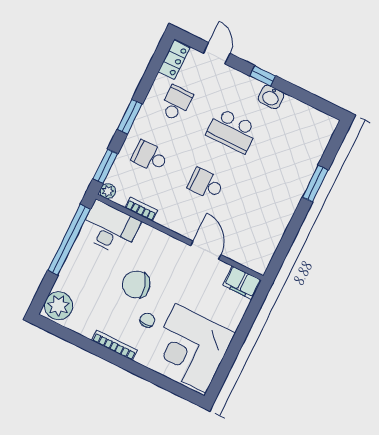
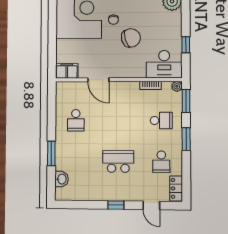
washbasin: (271, 97) -> (62, 179), moved, turned 90
school desk: (206, 184) -> (76, 120), moved, turned 90
window: (69, 240) -> (186, 45), width x0.32

